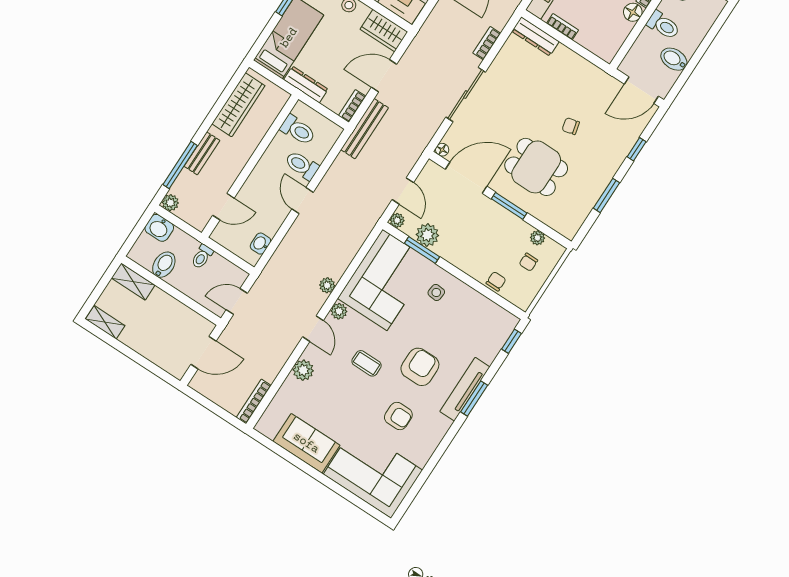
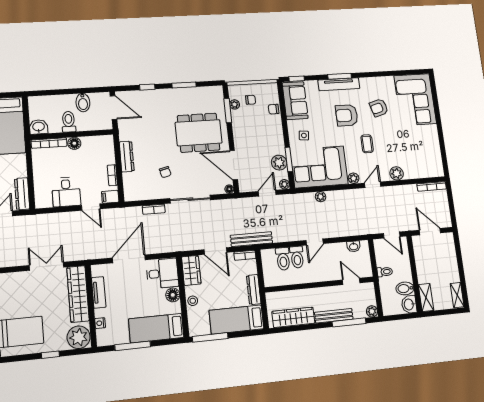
dresser: (535, 36) -> (127, 157), moved
chair: (571, 126) -> (165, 172), moved
toilet: (298, 130) -> (283, 259), moved, turned 180
bench: (202, 153) -> (334, 316), width x1.36
dining table: (536, 167) -> (199, 133), width x1.38
window: (509, 206) -> (228, 111), moved
washbasin: (159, 228) -> (409, 304), moved, turned 180
plant: (327, 285) -> (321, 197), moved
armchair: (398, 416) -> (379, 108), turned -106
sofa: (306, 443) -> (295, 101), moved, turned 180

